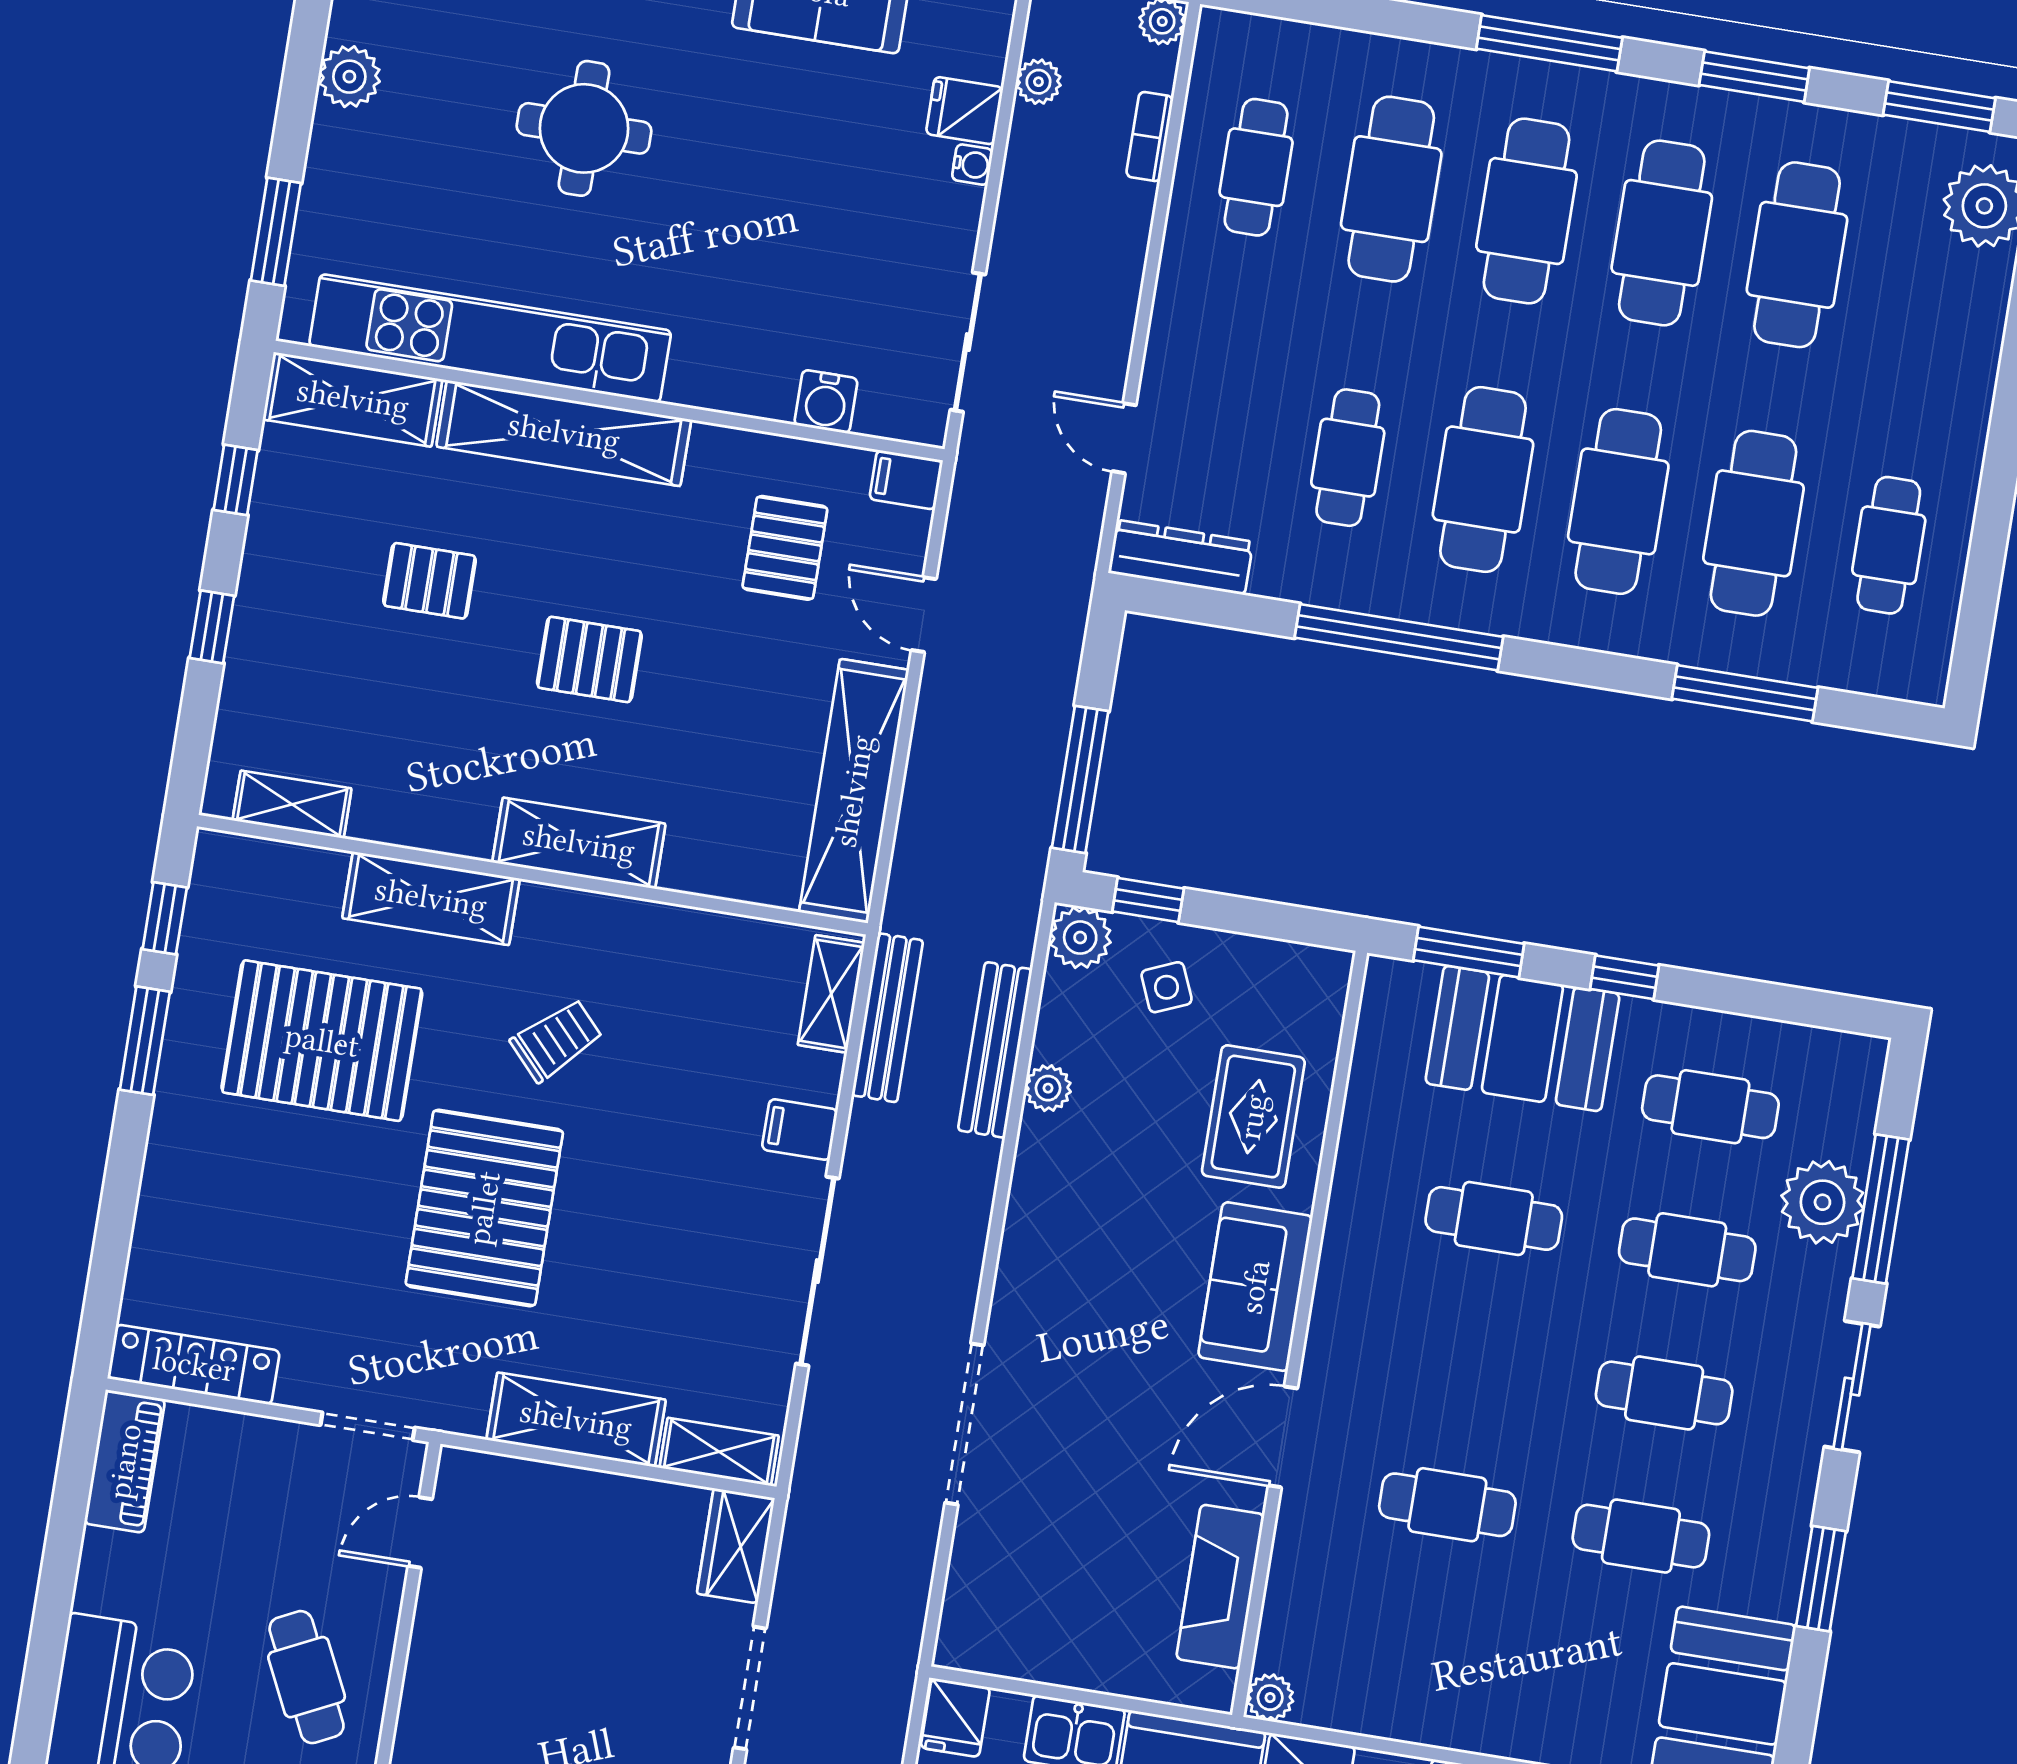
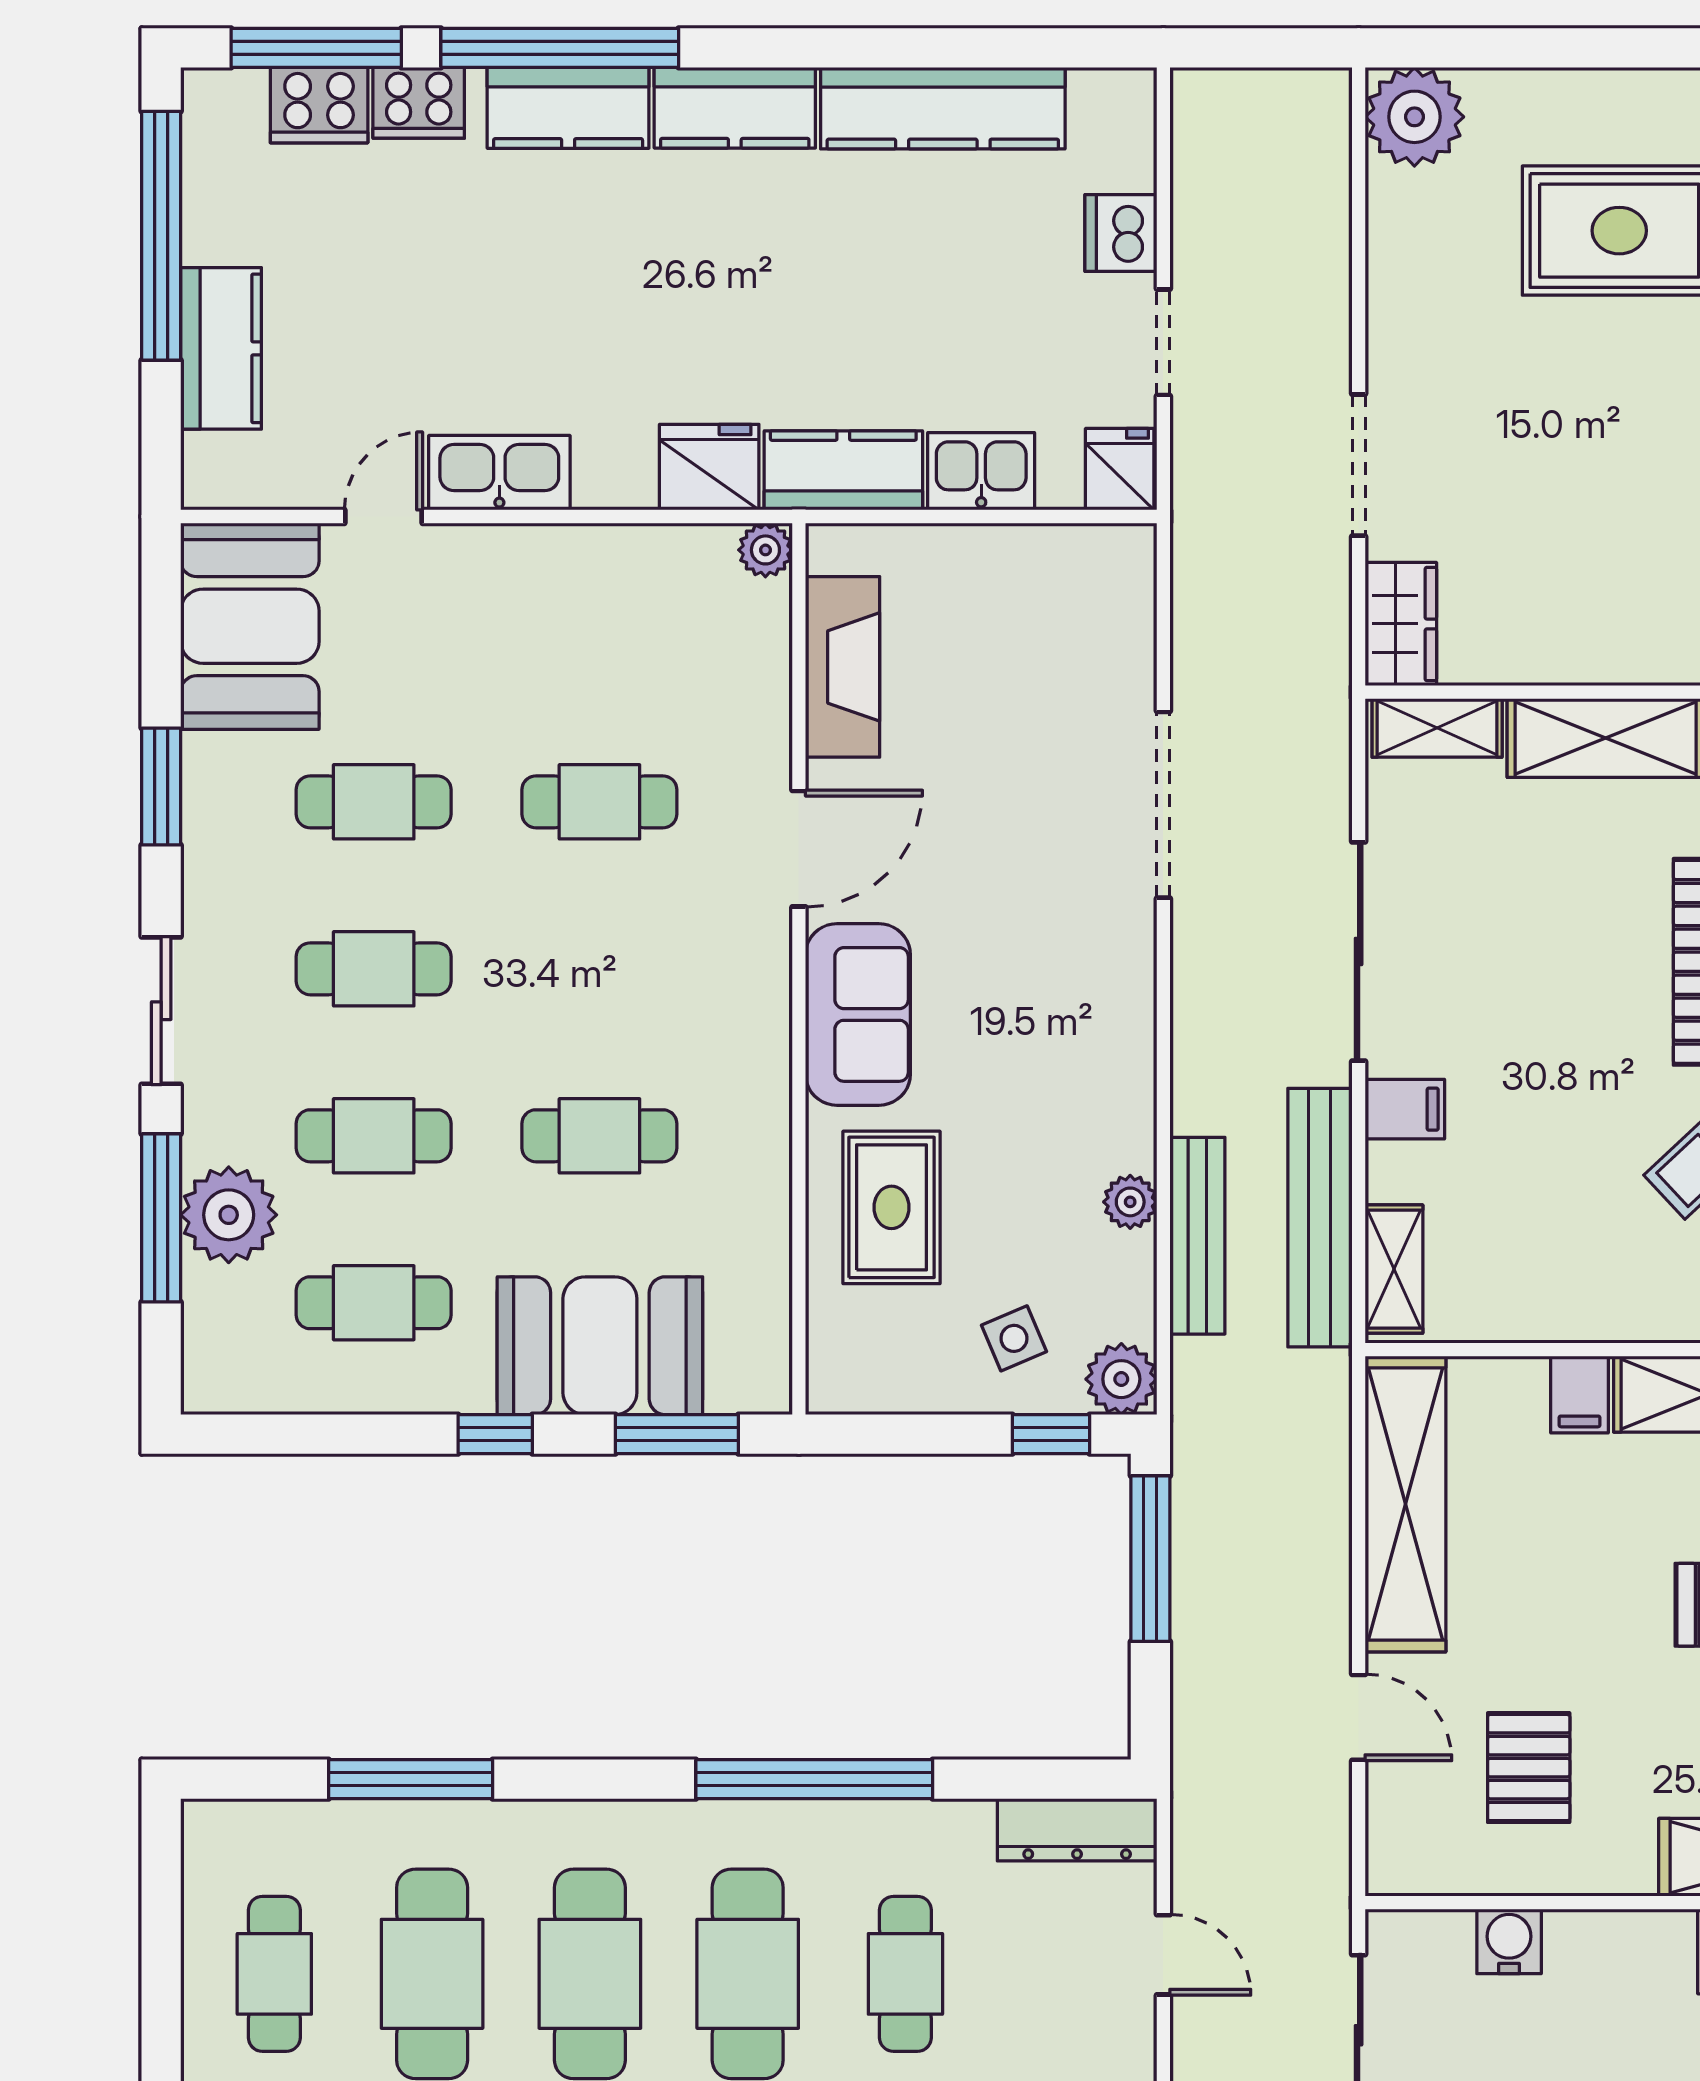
filing cabinet: (906, 480) -> (1579, 1394), moved, turned 90
bench: (887, 1018) -> (1320, 1218), width x1.37, depth x1.21

